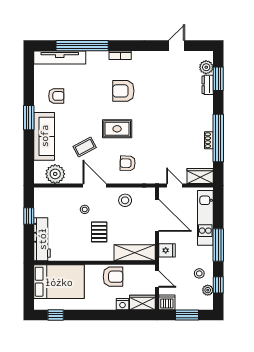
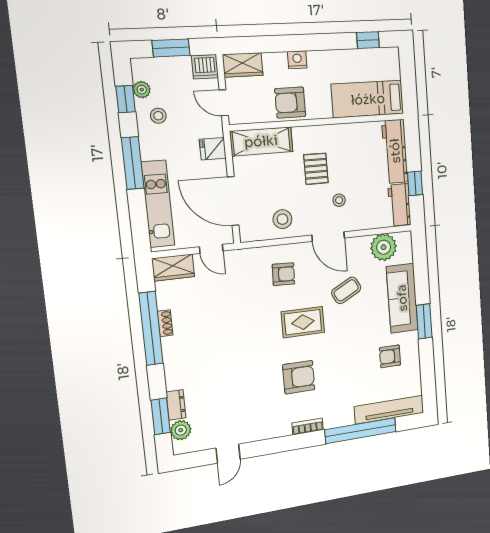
workbench: (41, 202) -> (399, 205), added
bed: (59, 282) -> (368, 99), width x0.67
nightstand: (122, 304) -> (297, 60), moved

